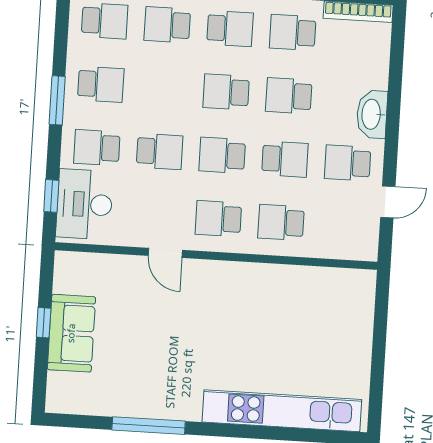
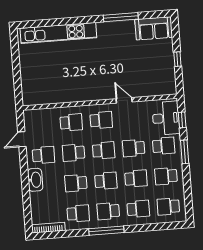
school desk: (163, 88) -> (136, 178), added
school desk: (289, 96) -> (76, 183), turned 180
window: (57, 100) -> (185, 152), moved
sofa: (71, 333) -> (154, 28), moved, turned -90

